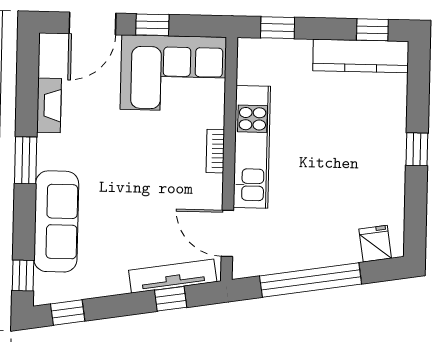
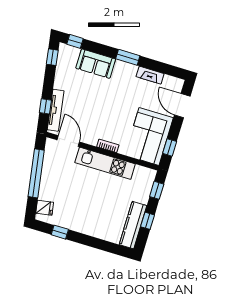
window: (152, 25) -> (170, 147), moved
window: (372, 30) -> (148, 221), moved
window: (417, 149) -> (60, 232), moved
sofa: (56, 221) -> (96, 64), width x0.73
door: (227, 233) -> (68, 141), hinge flipped

